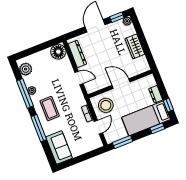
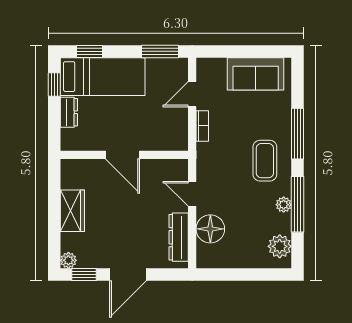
floor lamp: (58, 52) -> (210, 229), moved
stool: (106, 105) -> (164, 127), removed
sofa: (59, 147) -> (256, 74), moved, turned -90

